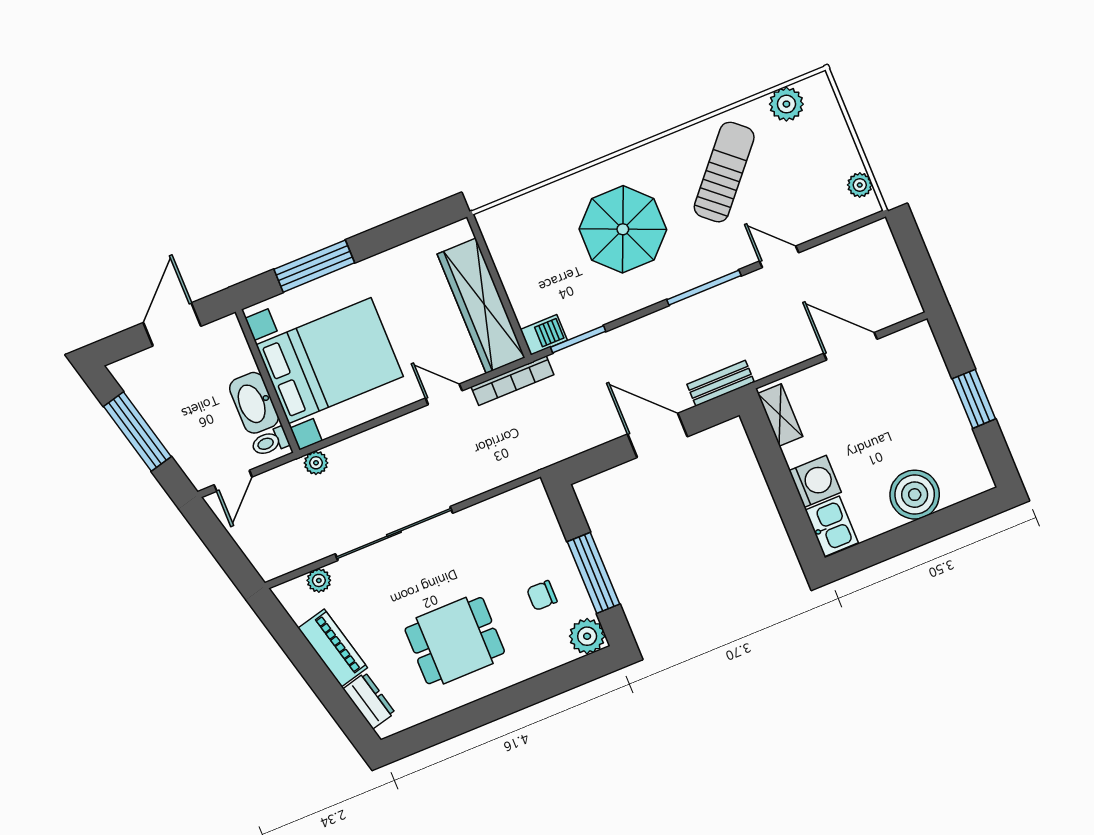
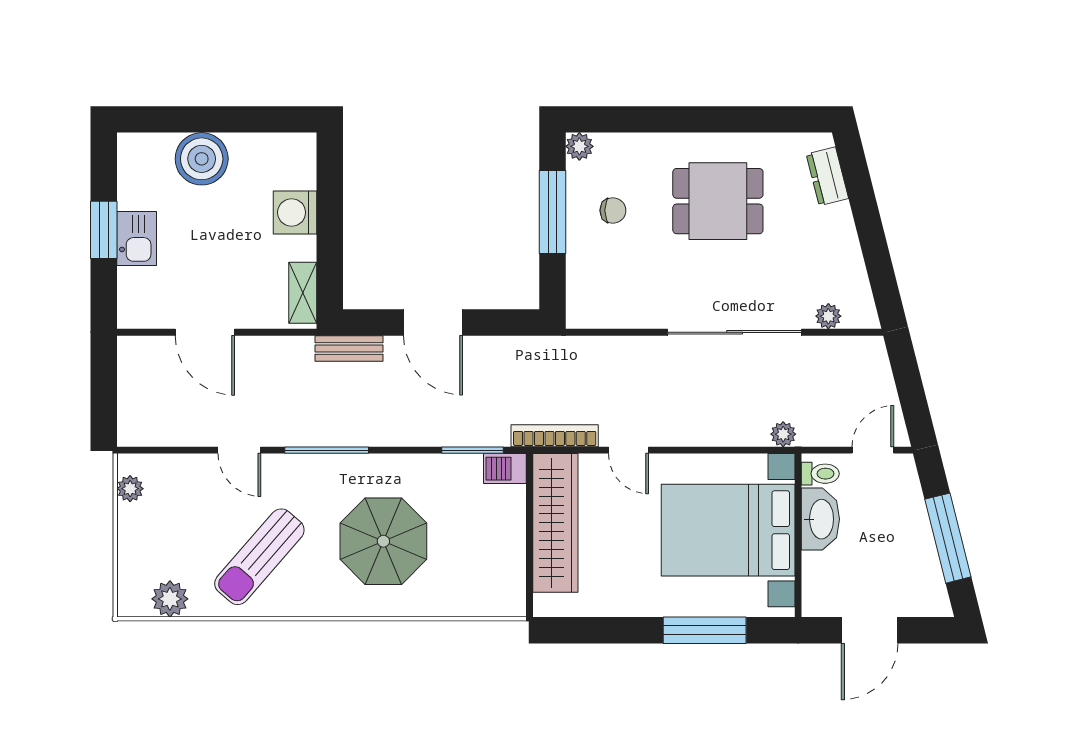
kitchen sink: (832, 526) -> (137, 239), moved, turned 180
plant: (587, 636) -> (579, 146), width x0.73, depth x0.73
piano: (333, 648) -> (842, 244), removed

